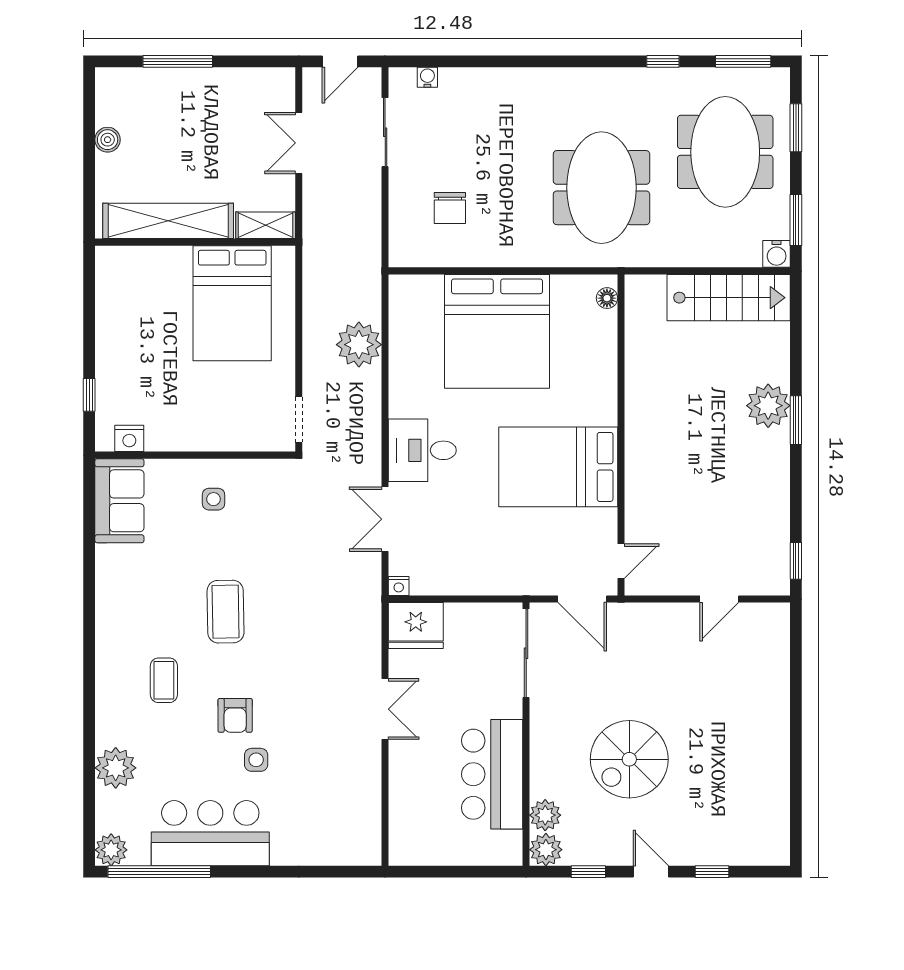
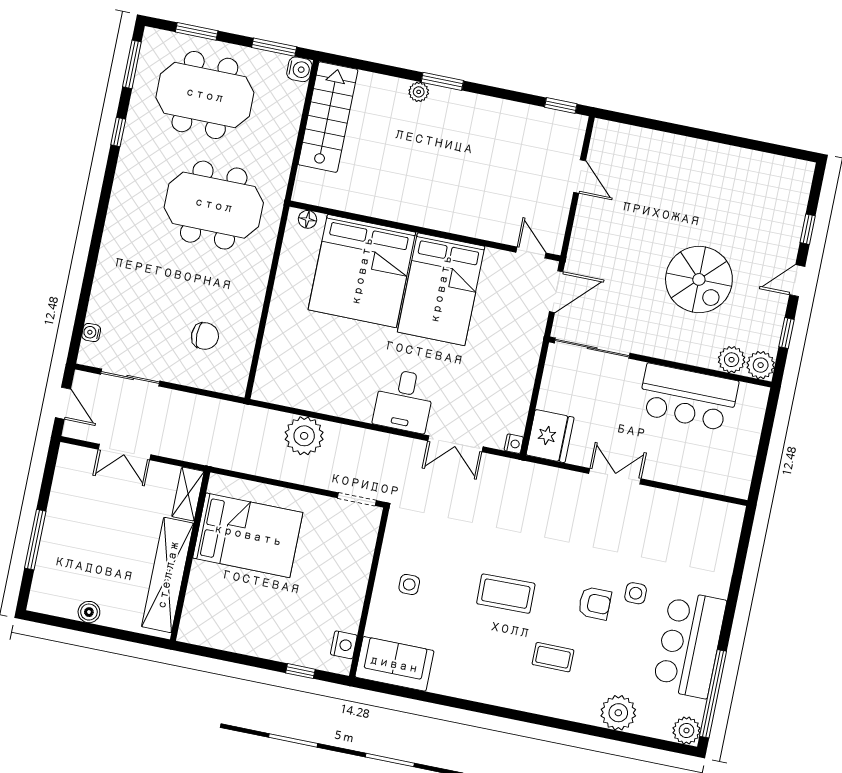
bed: (497, 331) -> (362, 271), moved, turned 90
plant: (768, 406) -> (419, 92), width x0.53, depth x0.53

